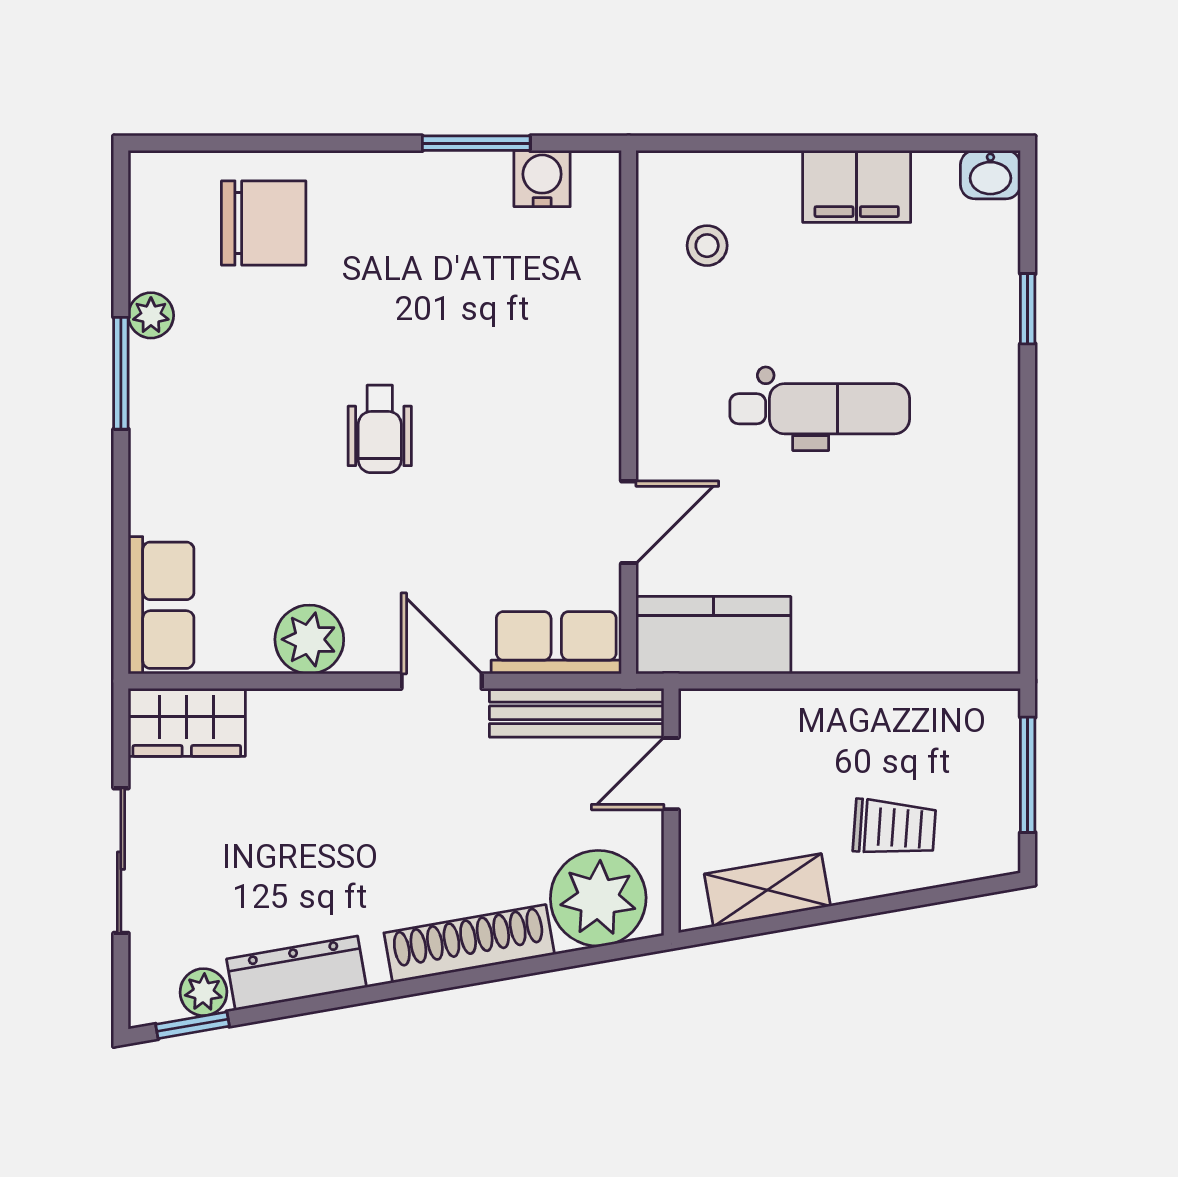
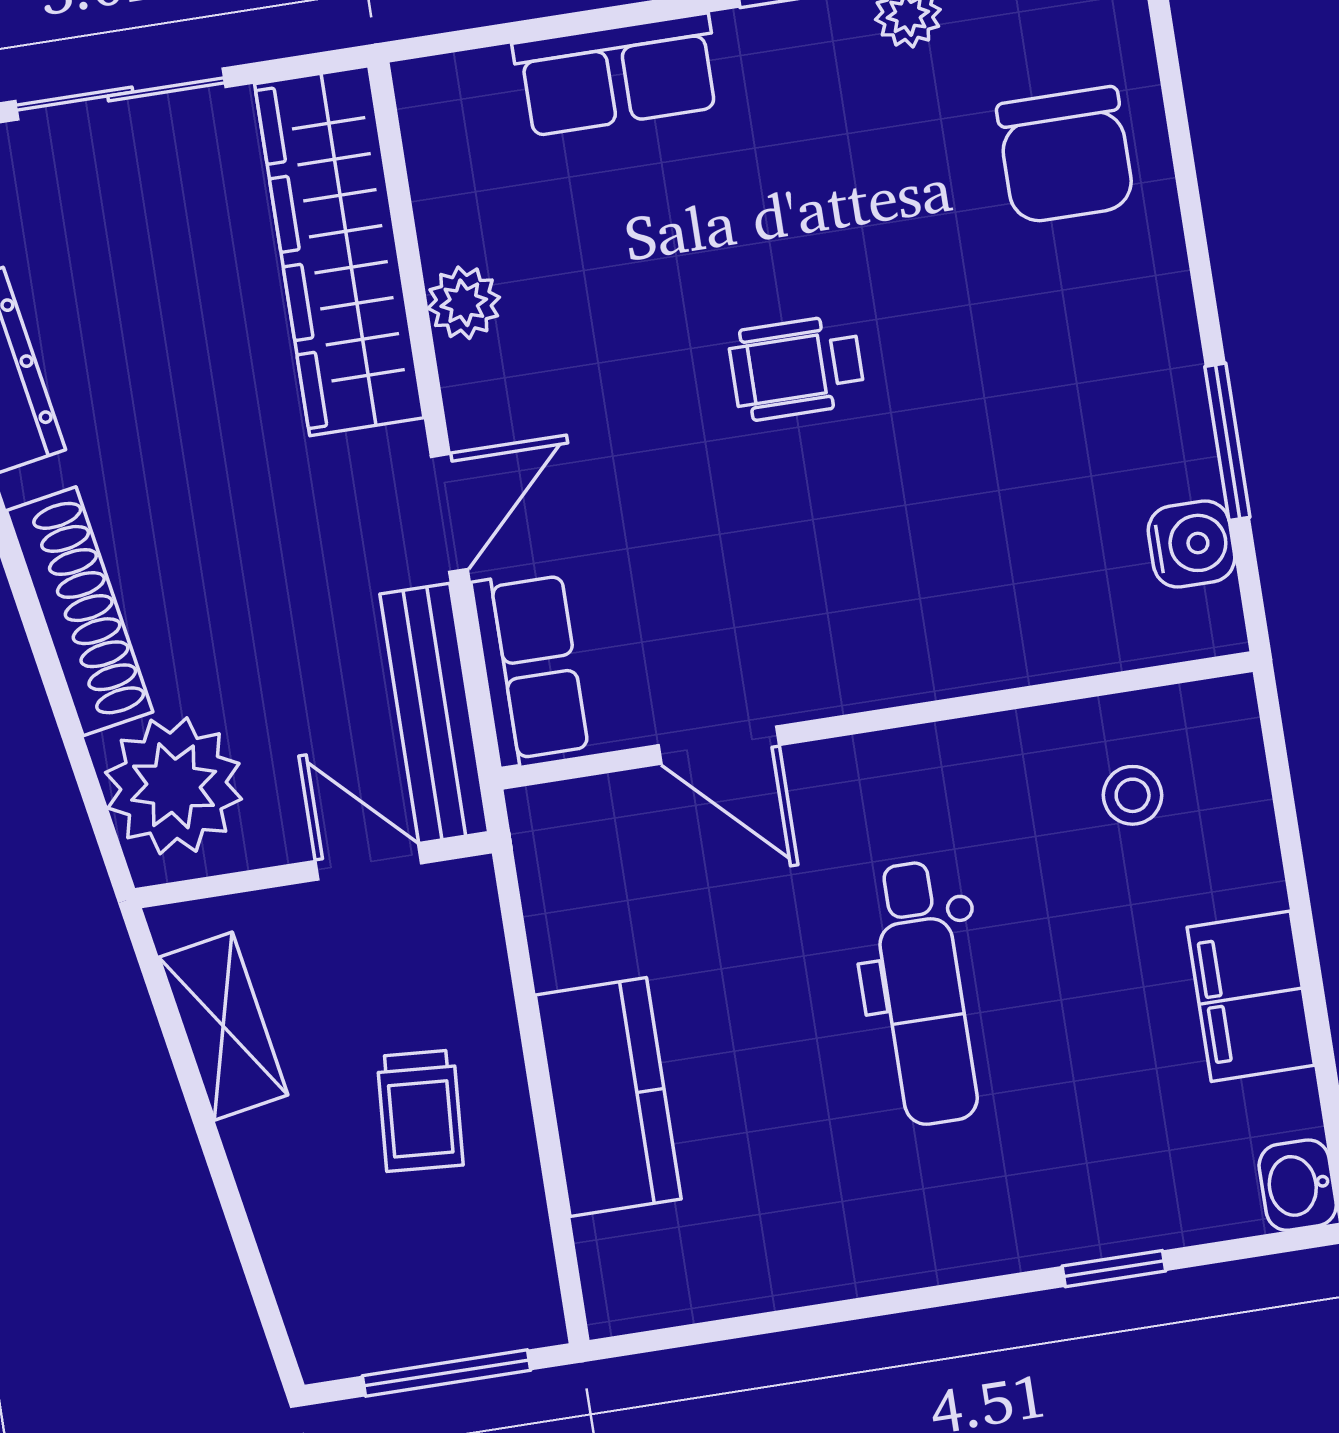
row of seats: (161, 605) -> (617, 75), moved
kitchen counter: (713, 635) -> (608, 1097), moved
plant: (309, 639) -> (464, 303), width x0.73, depth x0.73
wardrobe: (187, 722) -> (339, 251), width x2.10, depth x1.17
trolley: (894, 828) -> (420, 1111), moved

